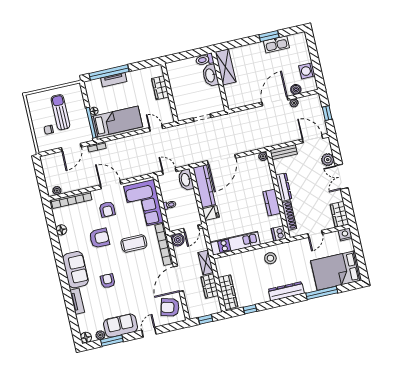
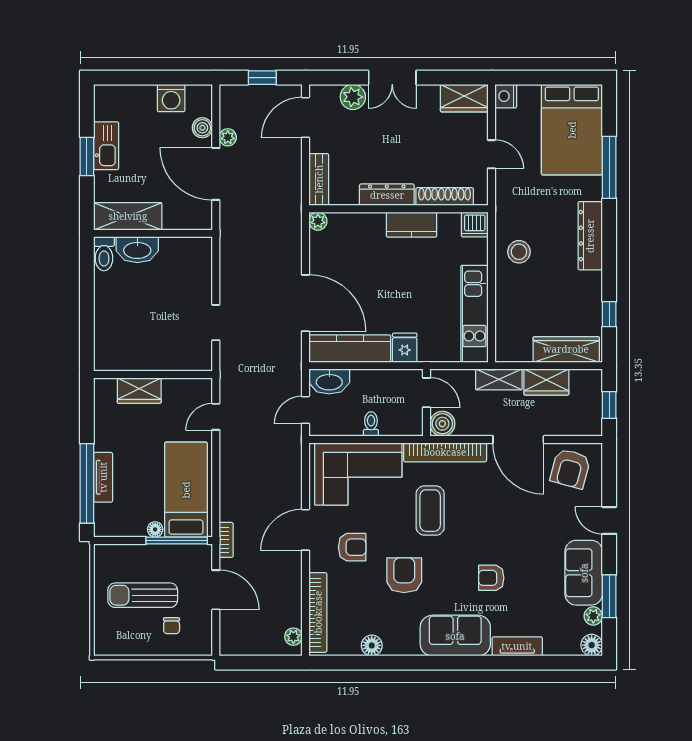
toilet: (205, 60) -> (104, 254), moved
shelving: (226, 67) -> (128, 216), moved
washbasin: (210, 75) -> (137, 250), moved
wall: (220, 81) -> (153, 233), moved

